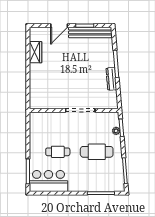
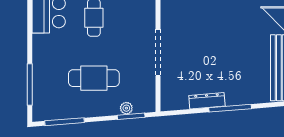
cafe table: (97, 152) -> (94, 78), turned 90

